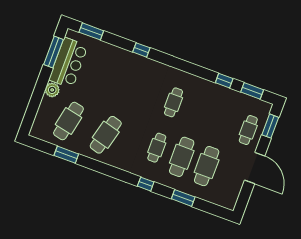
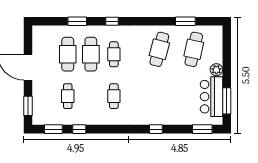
cafe table: (248, 130) -> (68, 96), moved

